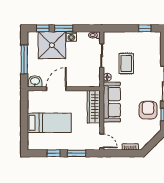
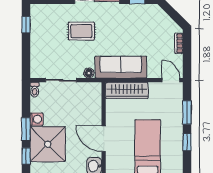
rug: (126, 64) -> (81, 31), moved
armchair: (148, 110) -> (131, 20), removed
door: (102, 141) -> (171, 80), hinge flipped

